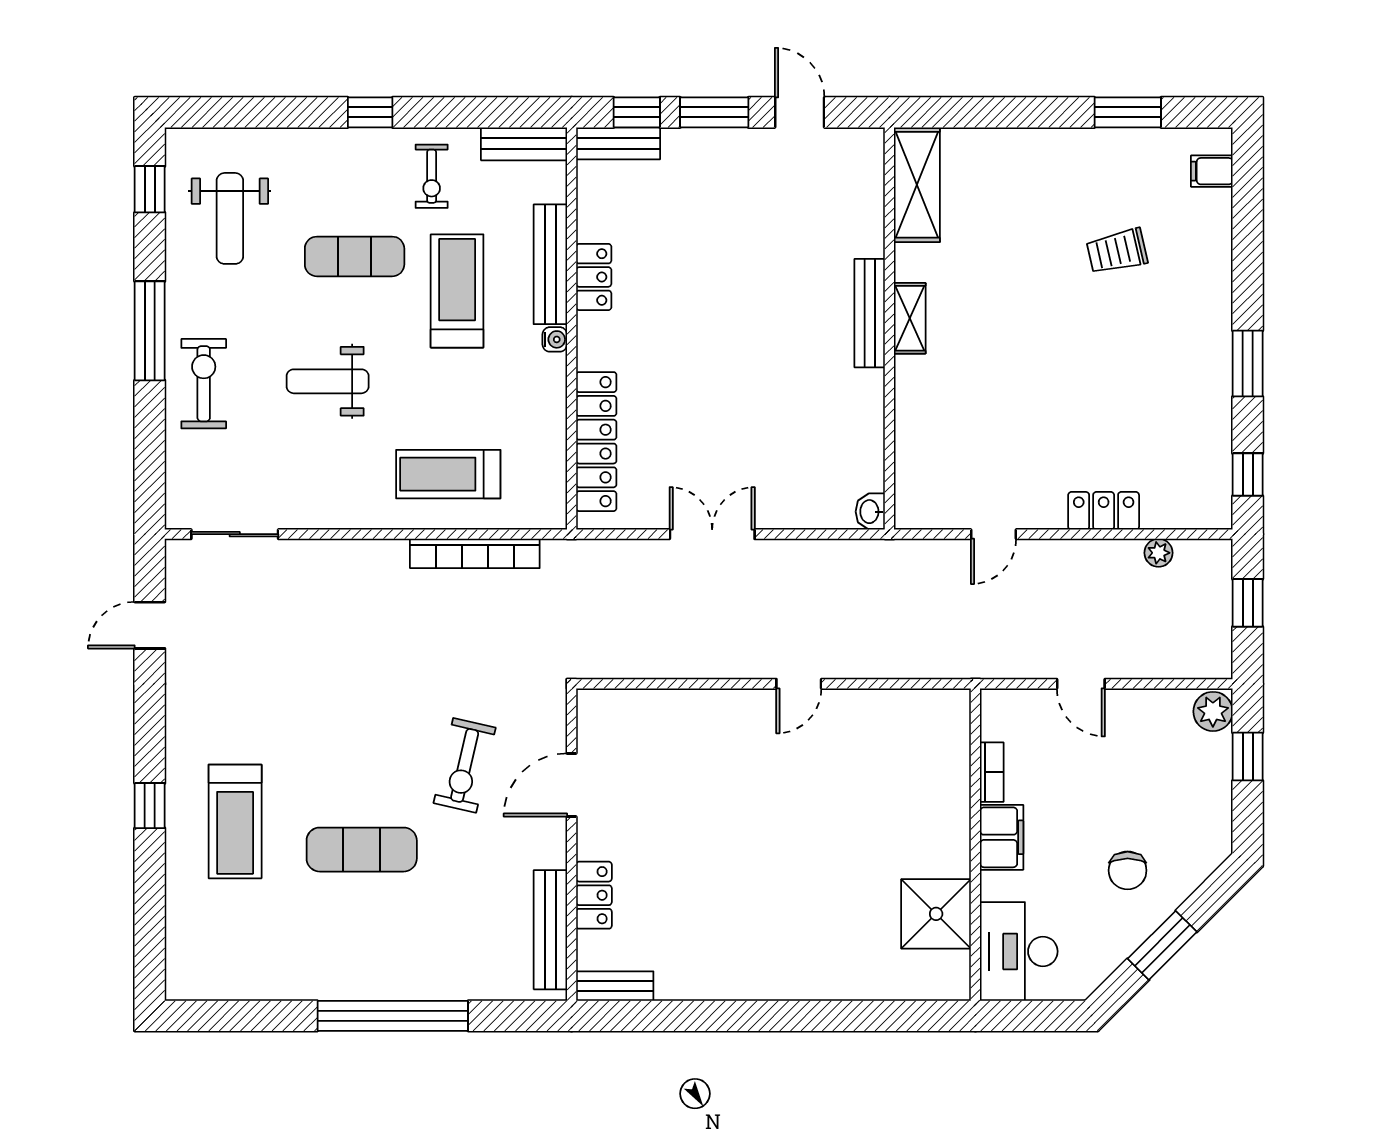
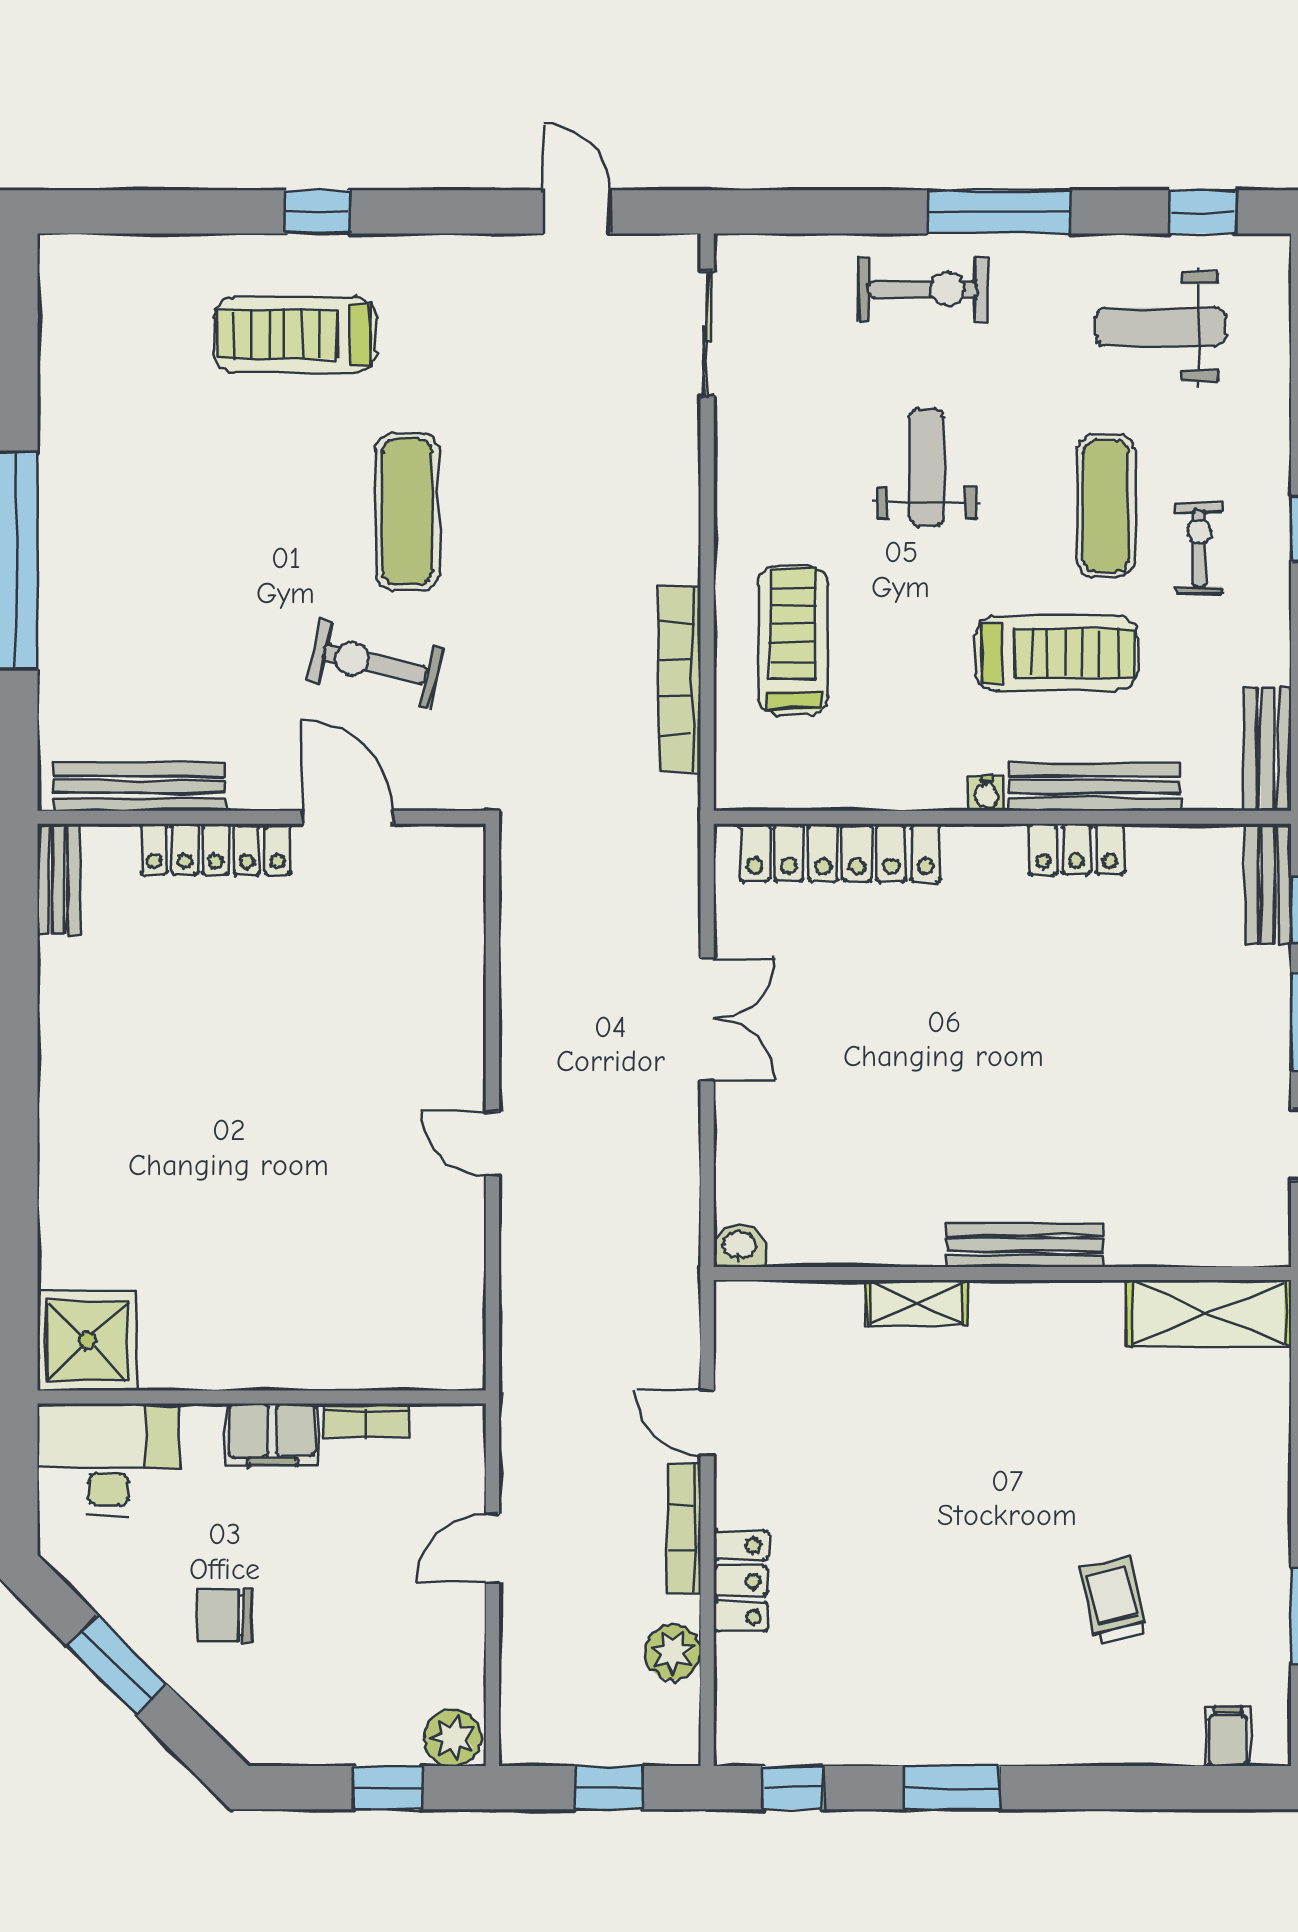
exercise bike: (432, 176) -> (1199, 549), moved, turned 90
shelving: (910, 318) -> (917, 1303), moved
bookcase: (1067, 550) -> (684, 1528), added
plant: (1159, 553) -> (673, 1652), width x1.38, depth x1.38
exercise mat: (362, 850) -> (407, 512), moved
locker: (594, 895) -> (216, 849), width x1.53
shower: (936, 914) -> (87, 1341), moved

